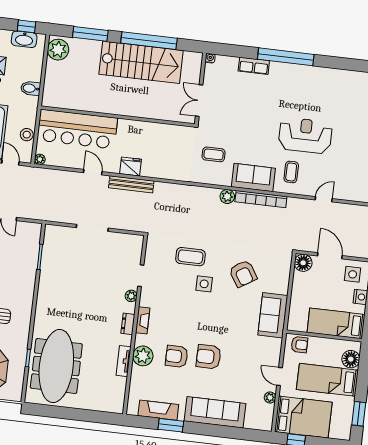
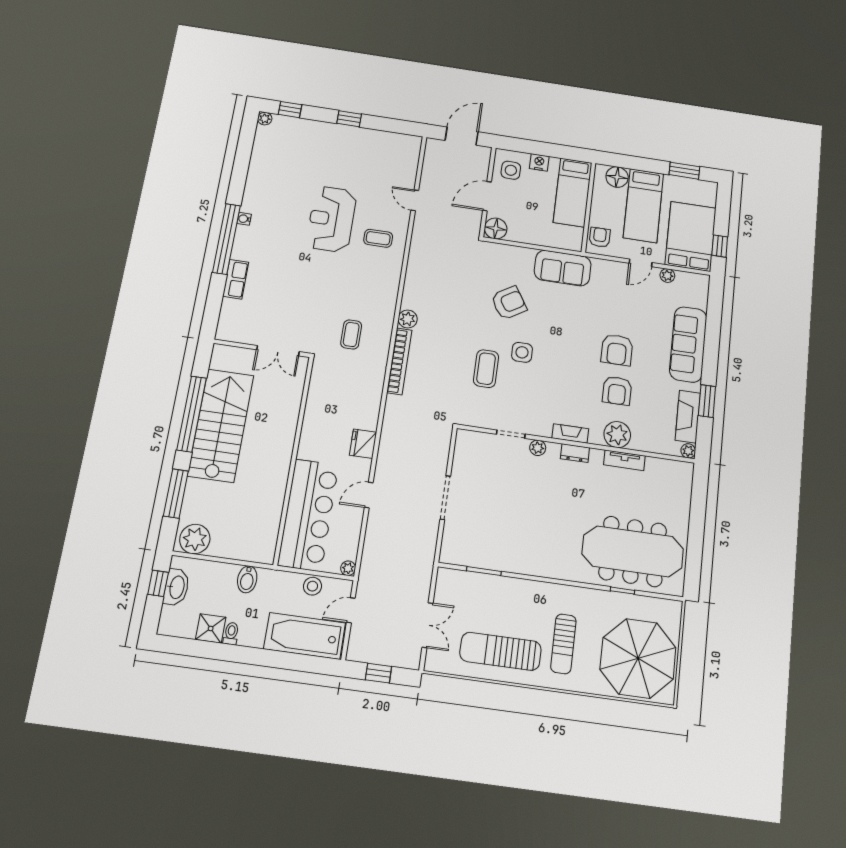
water cooler: (210, 58) -> (244, 219), moved
sofa: (253, 178) -> (384, 285), removed
bench: (131, 184) -> (387, 443), removed
bookcase: (261, 199) -> (399, 361), moved
plant: (132, 410) -> (688, 451), added

